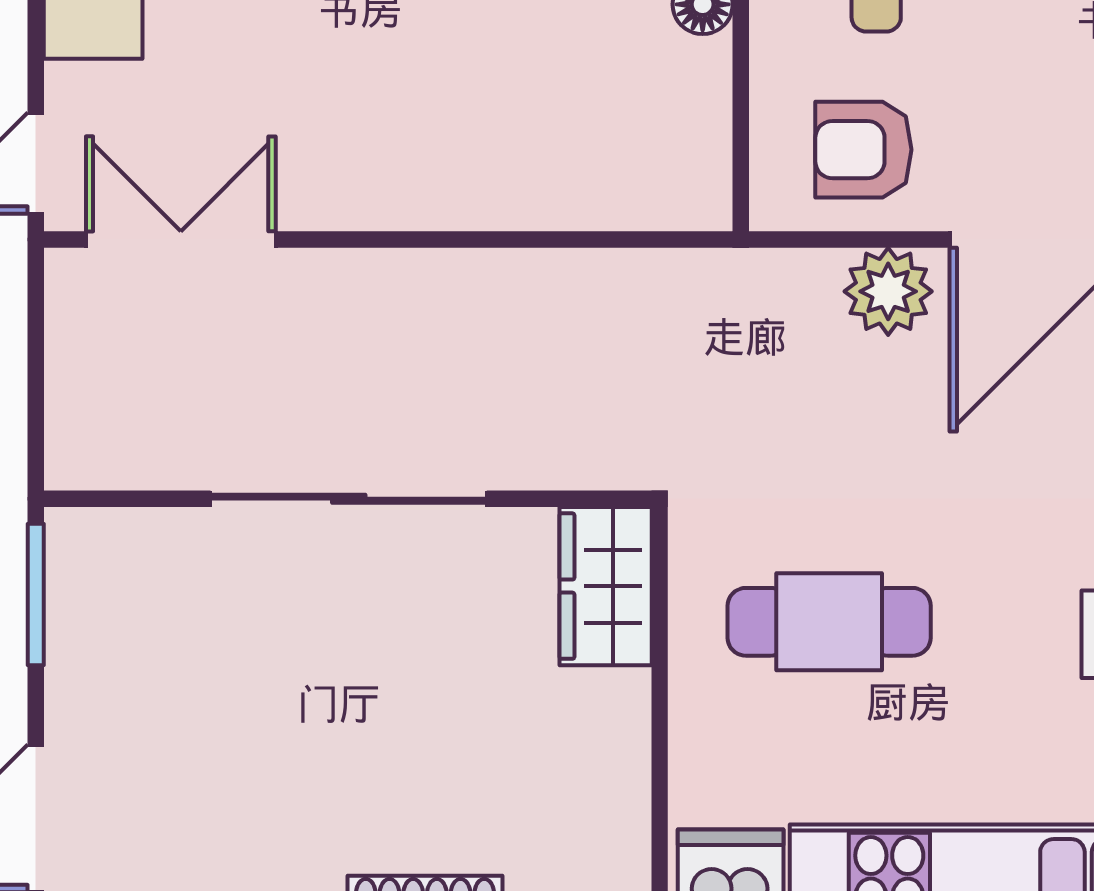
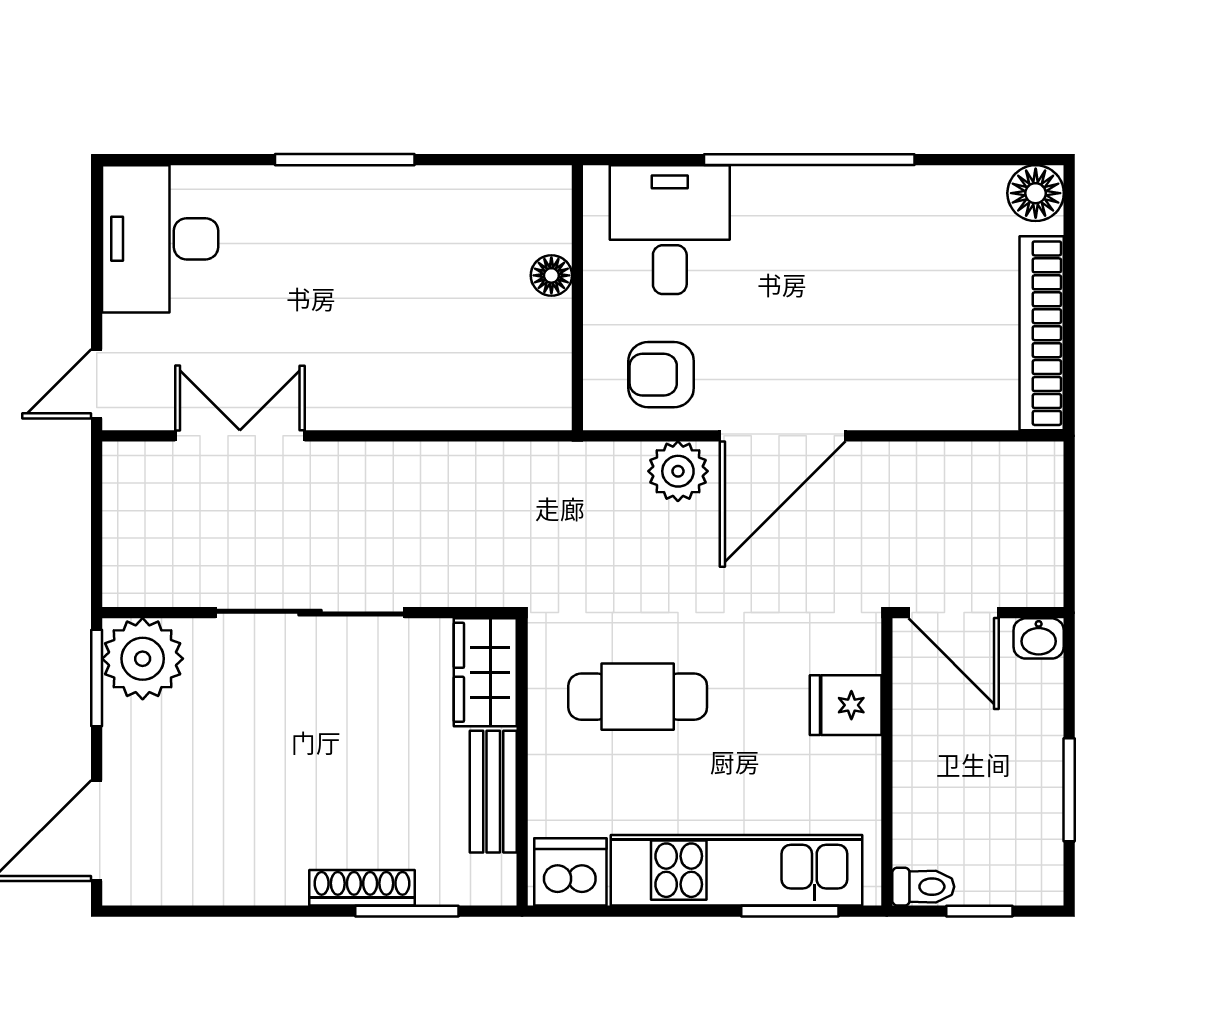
double door: (181, 239) -> (240, 436), moved
plant: (103, 566) -> (143, 659), added
bench: (617, 761) -> (493, 792), added

